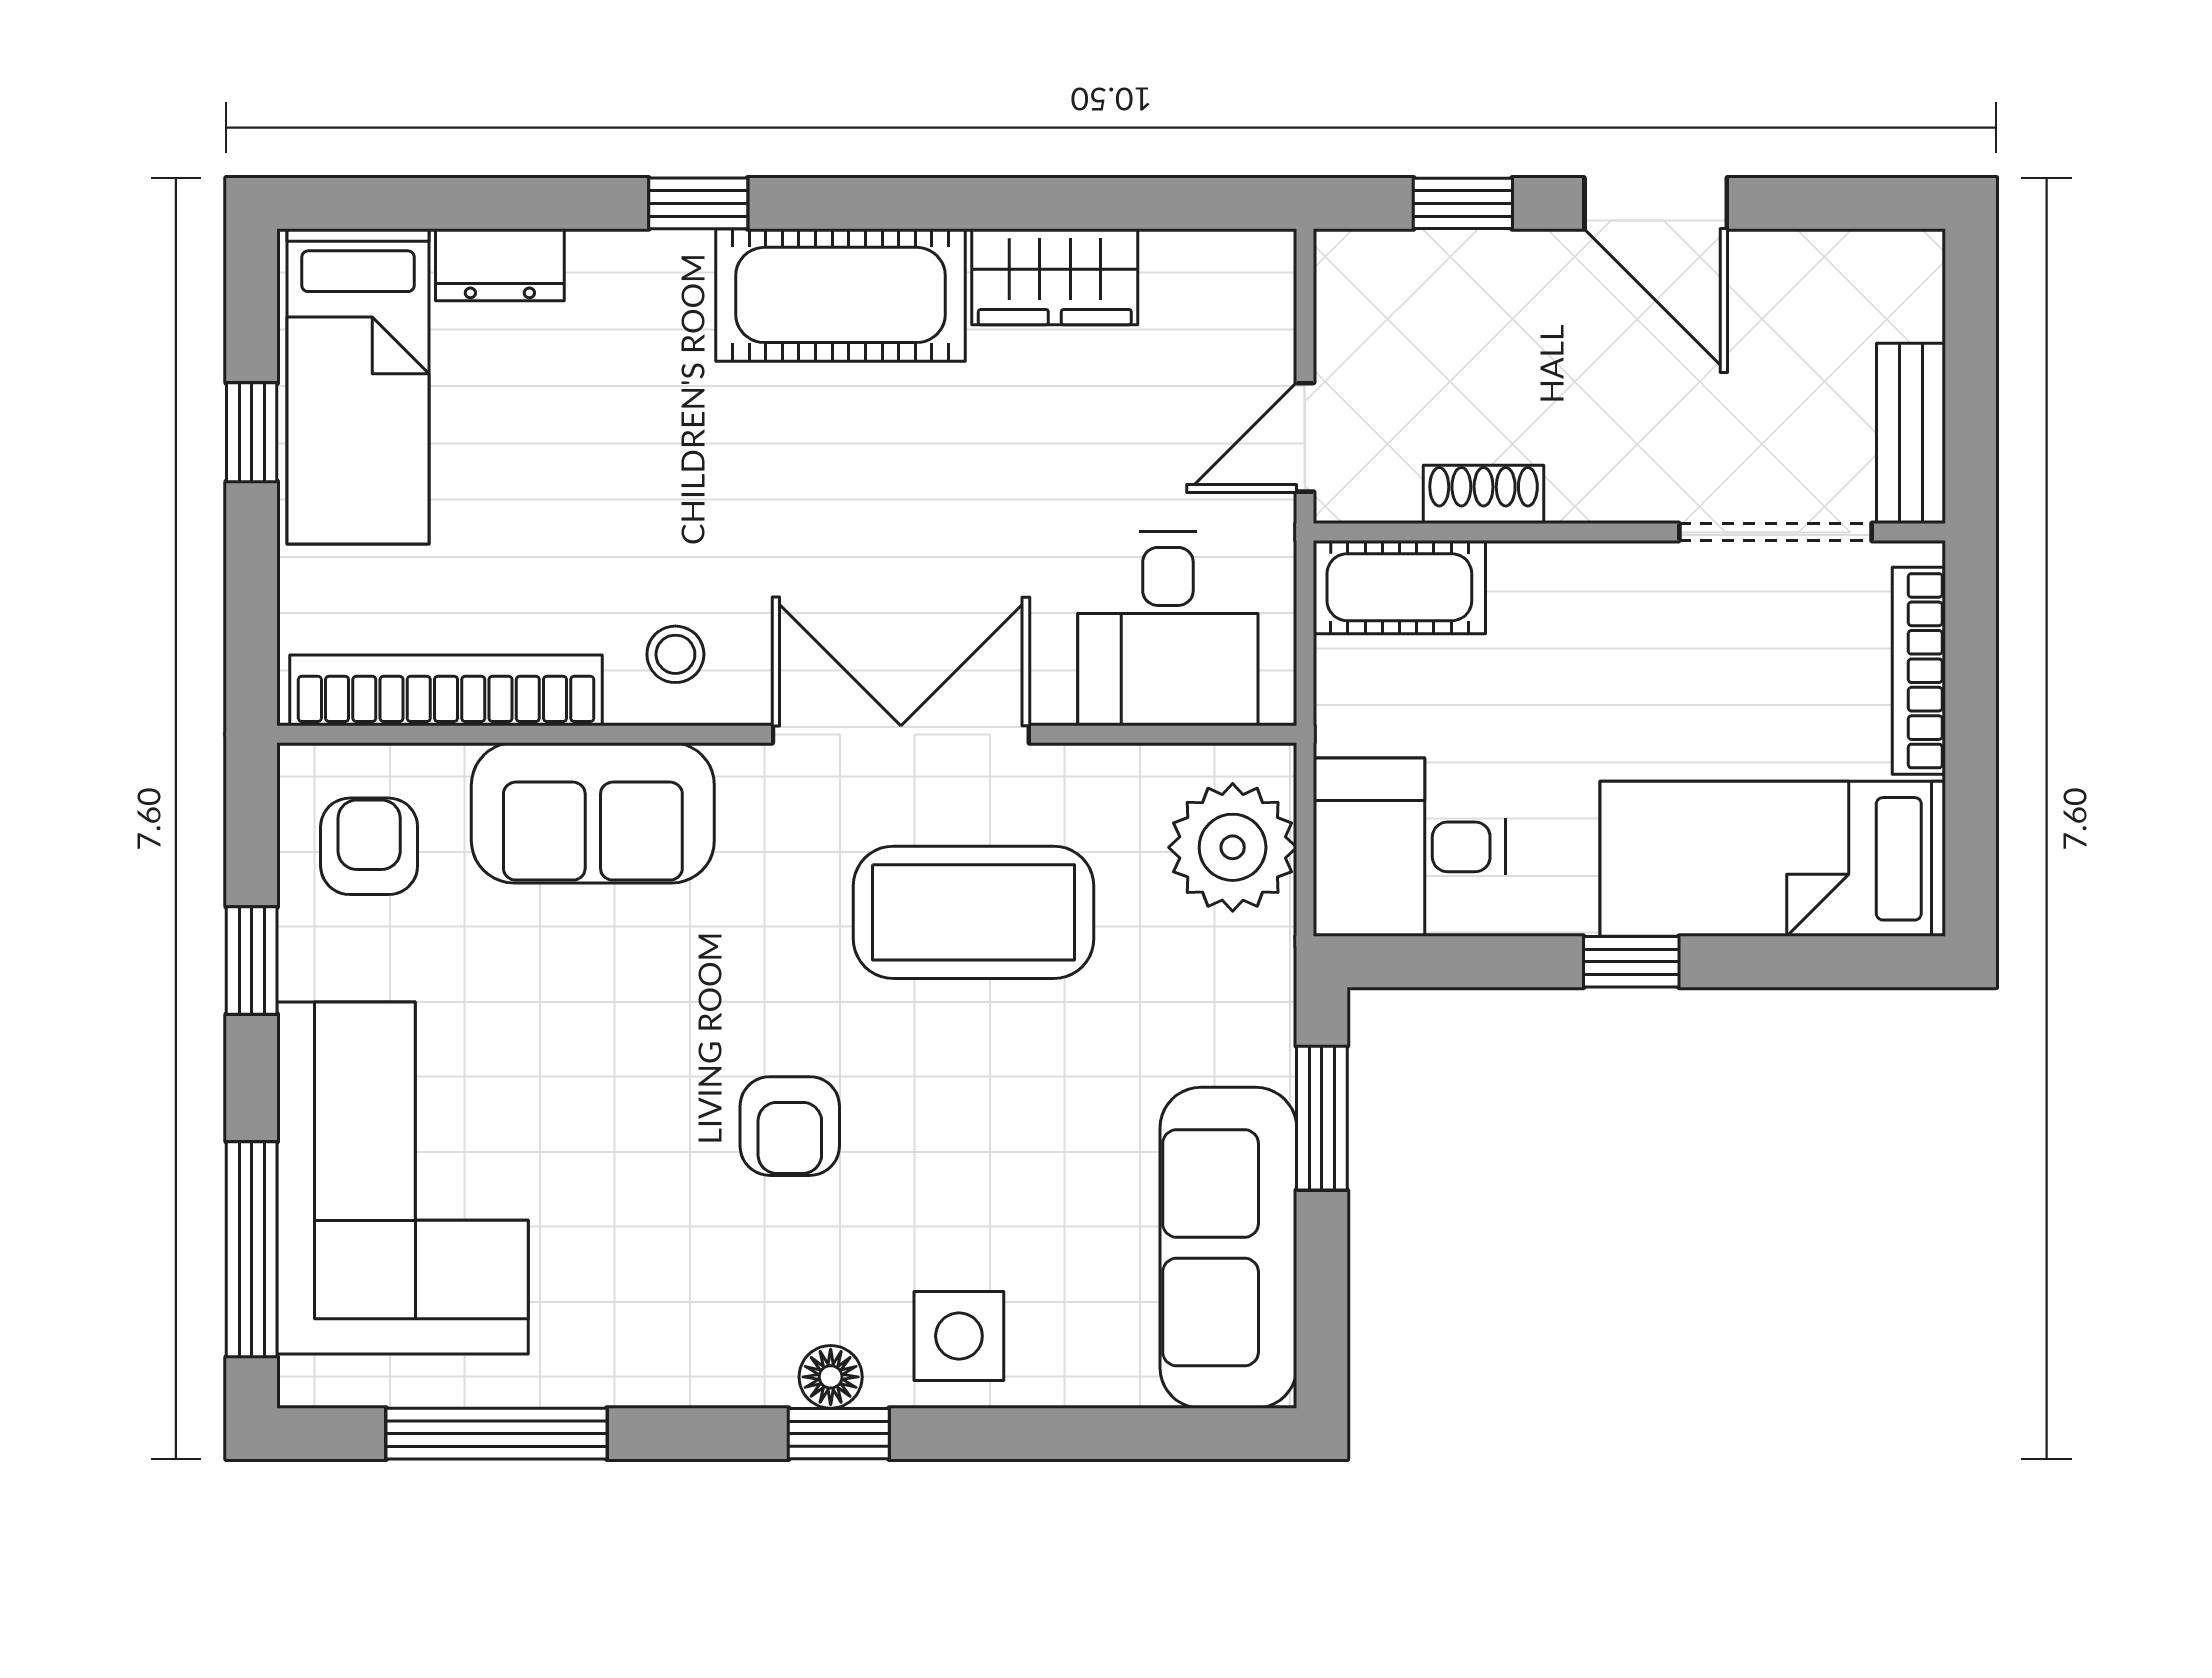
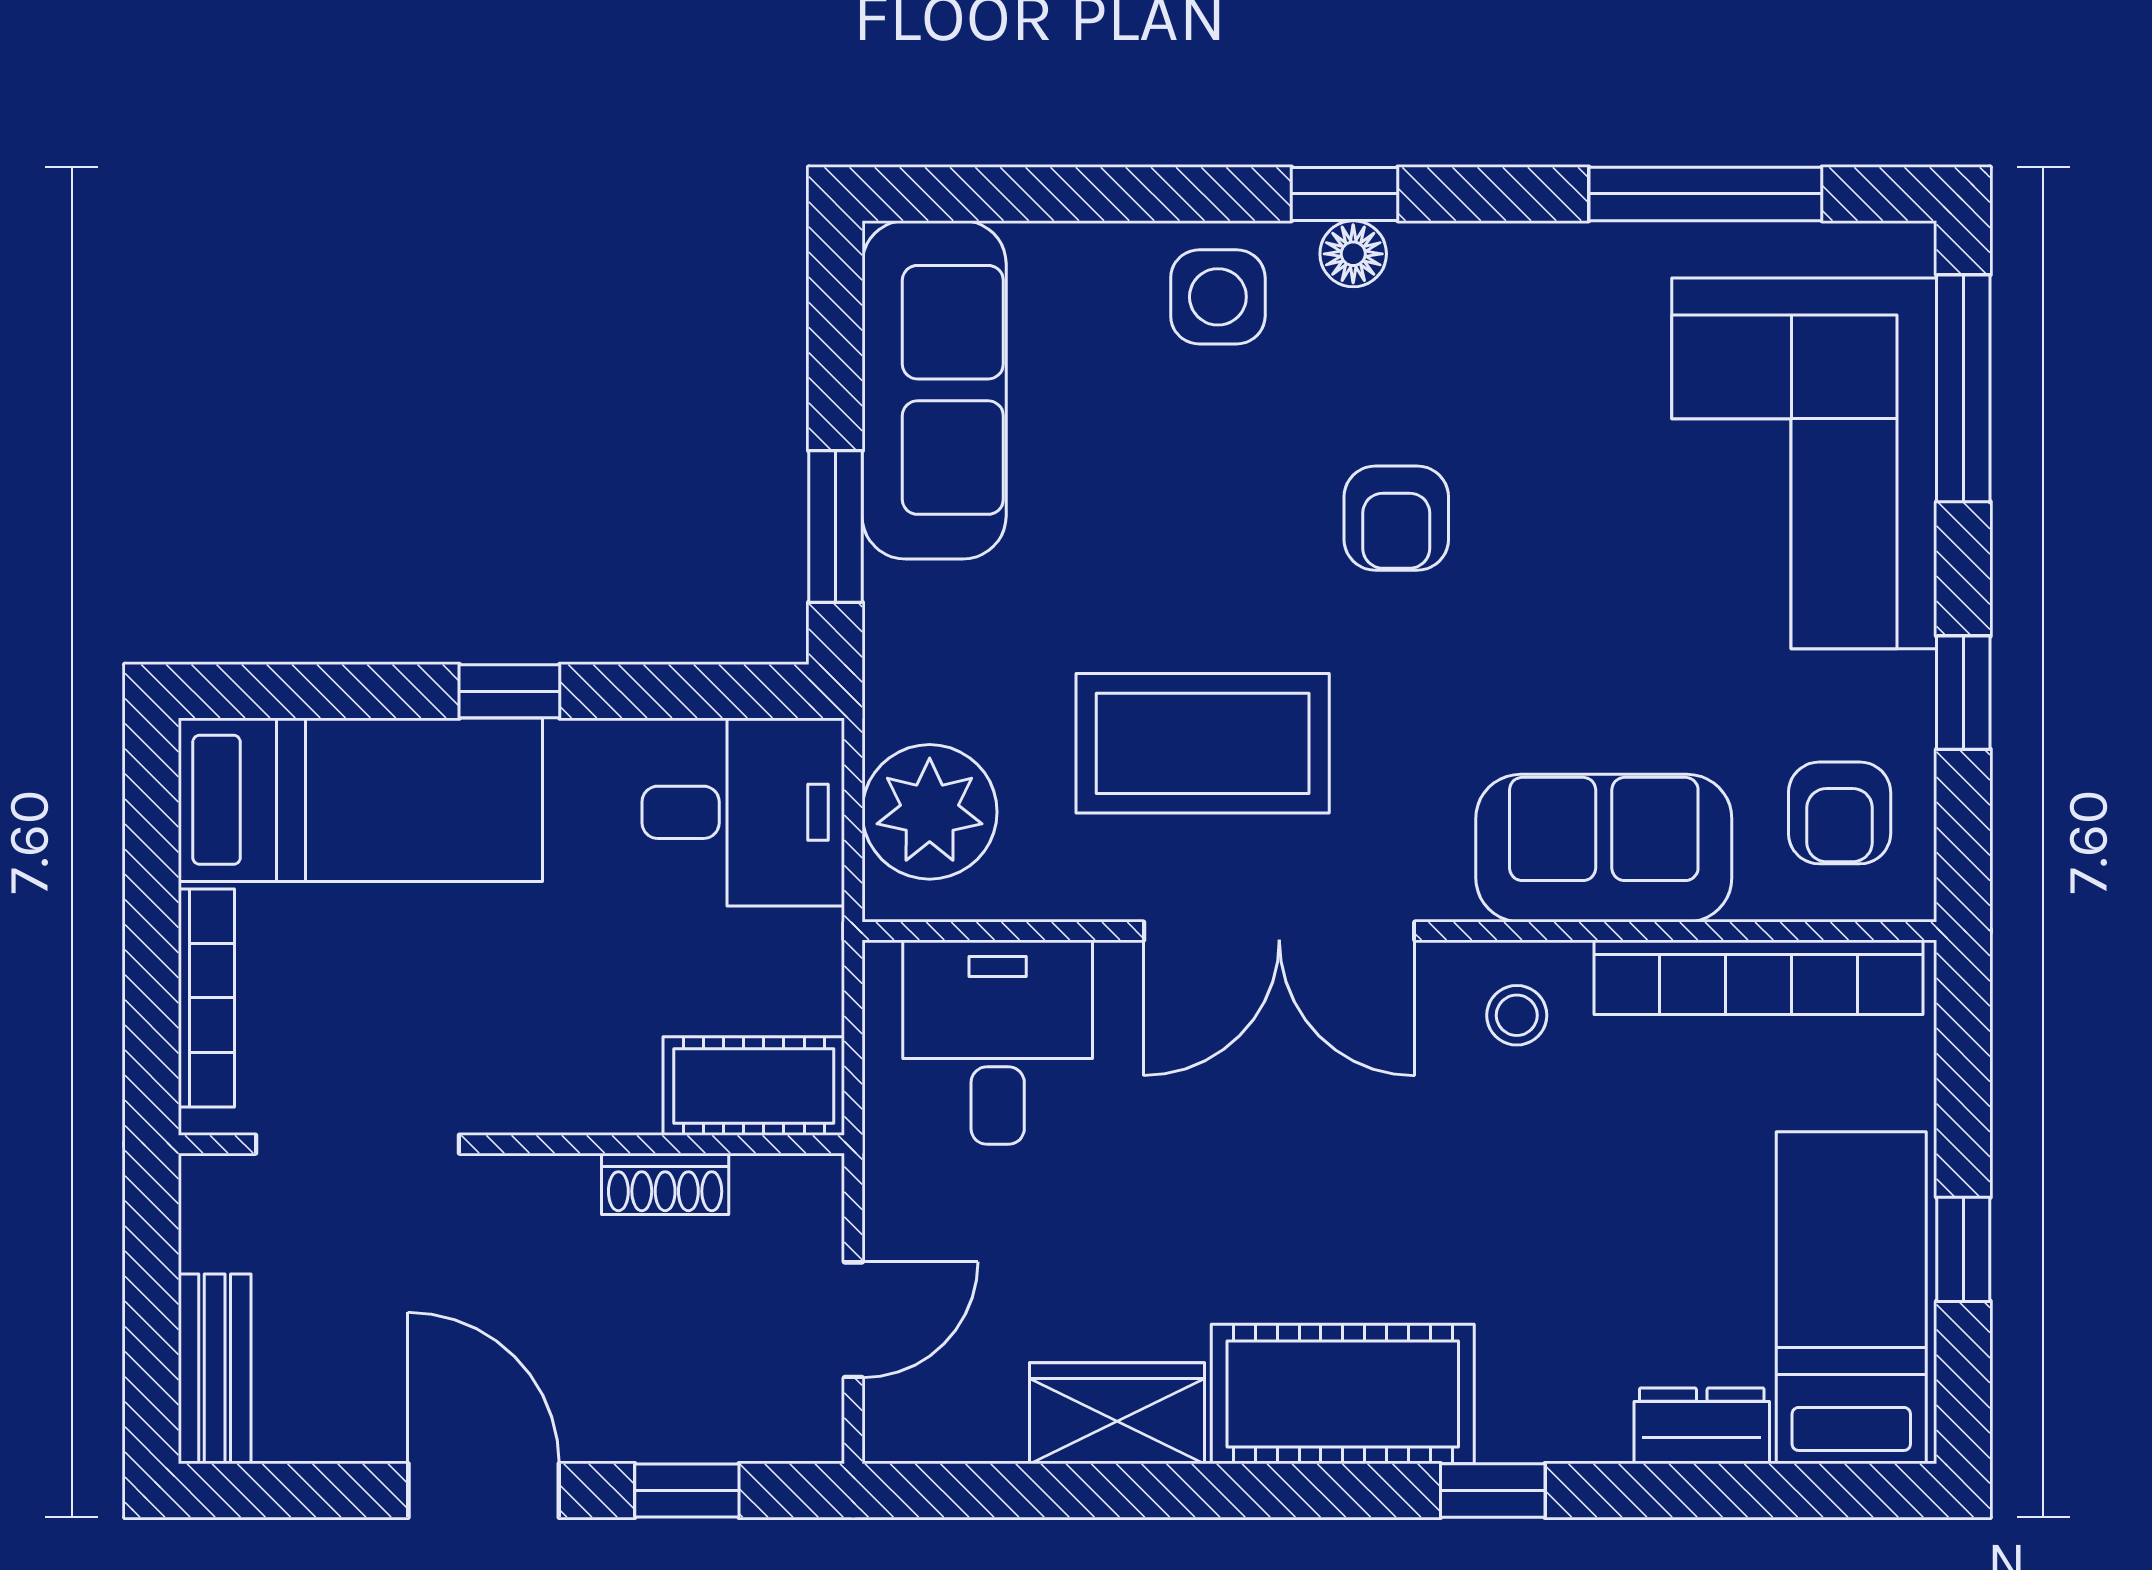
bench: (1911, 433) -> (215, 1369), moved
door: (1305, 437) -> (853, 1320), moved
armchair: (790, 1126) -> (1396, 518), turned 180

